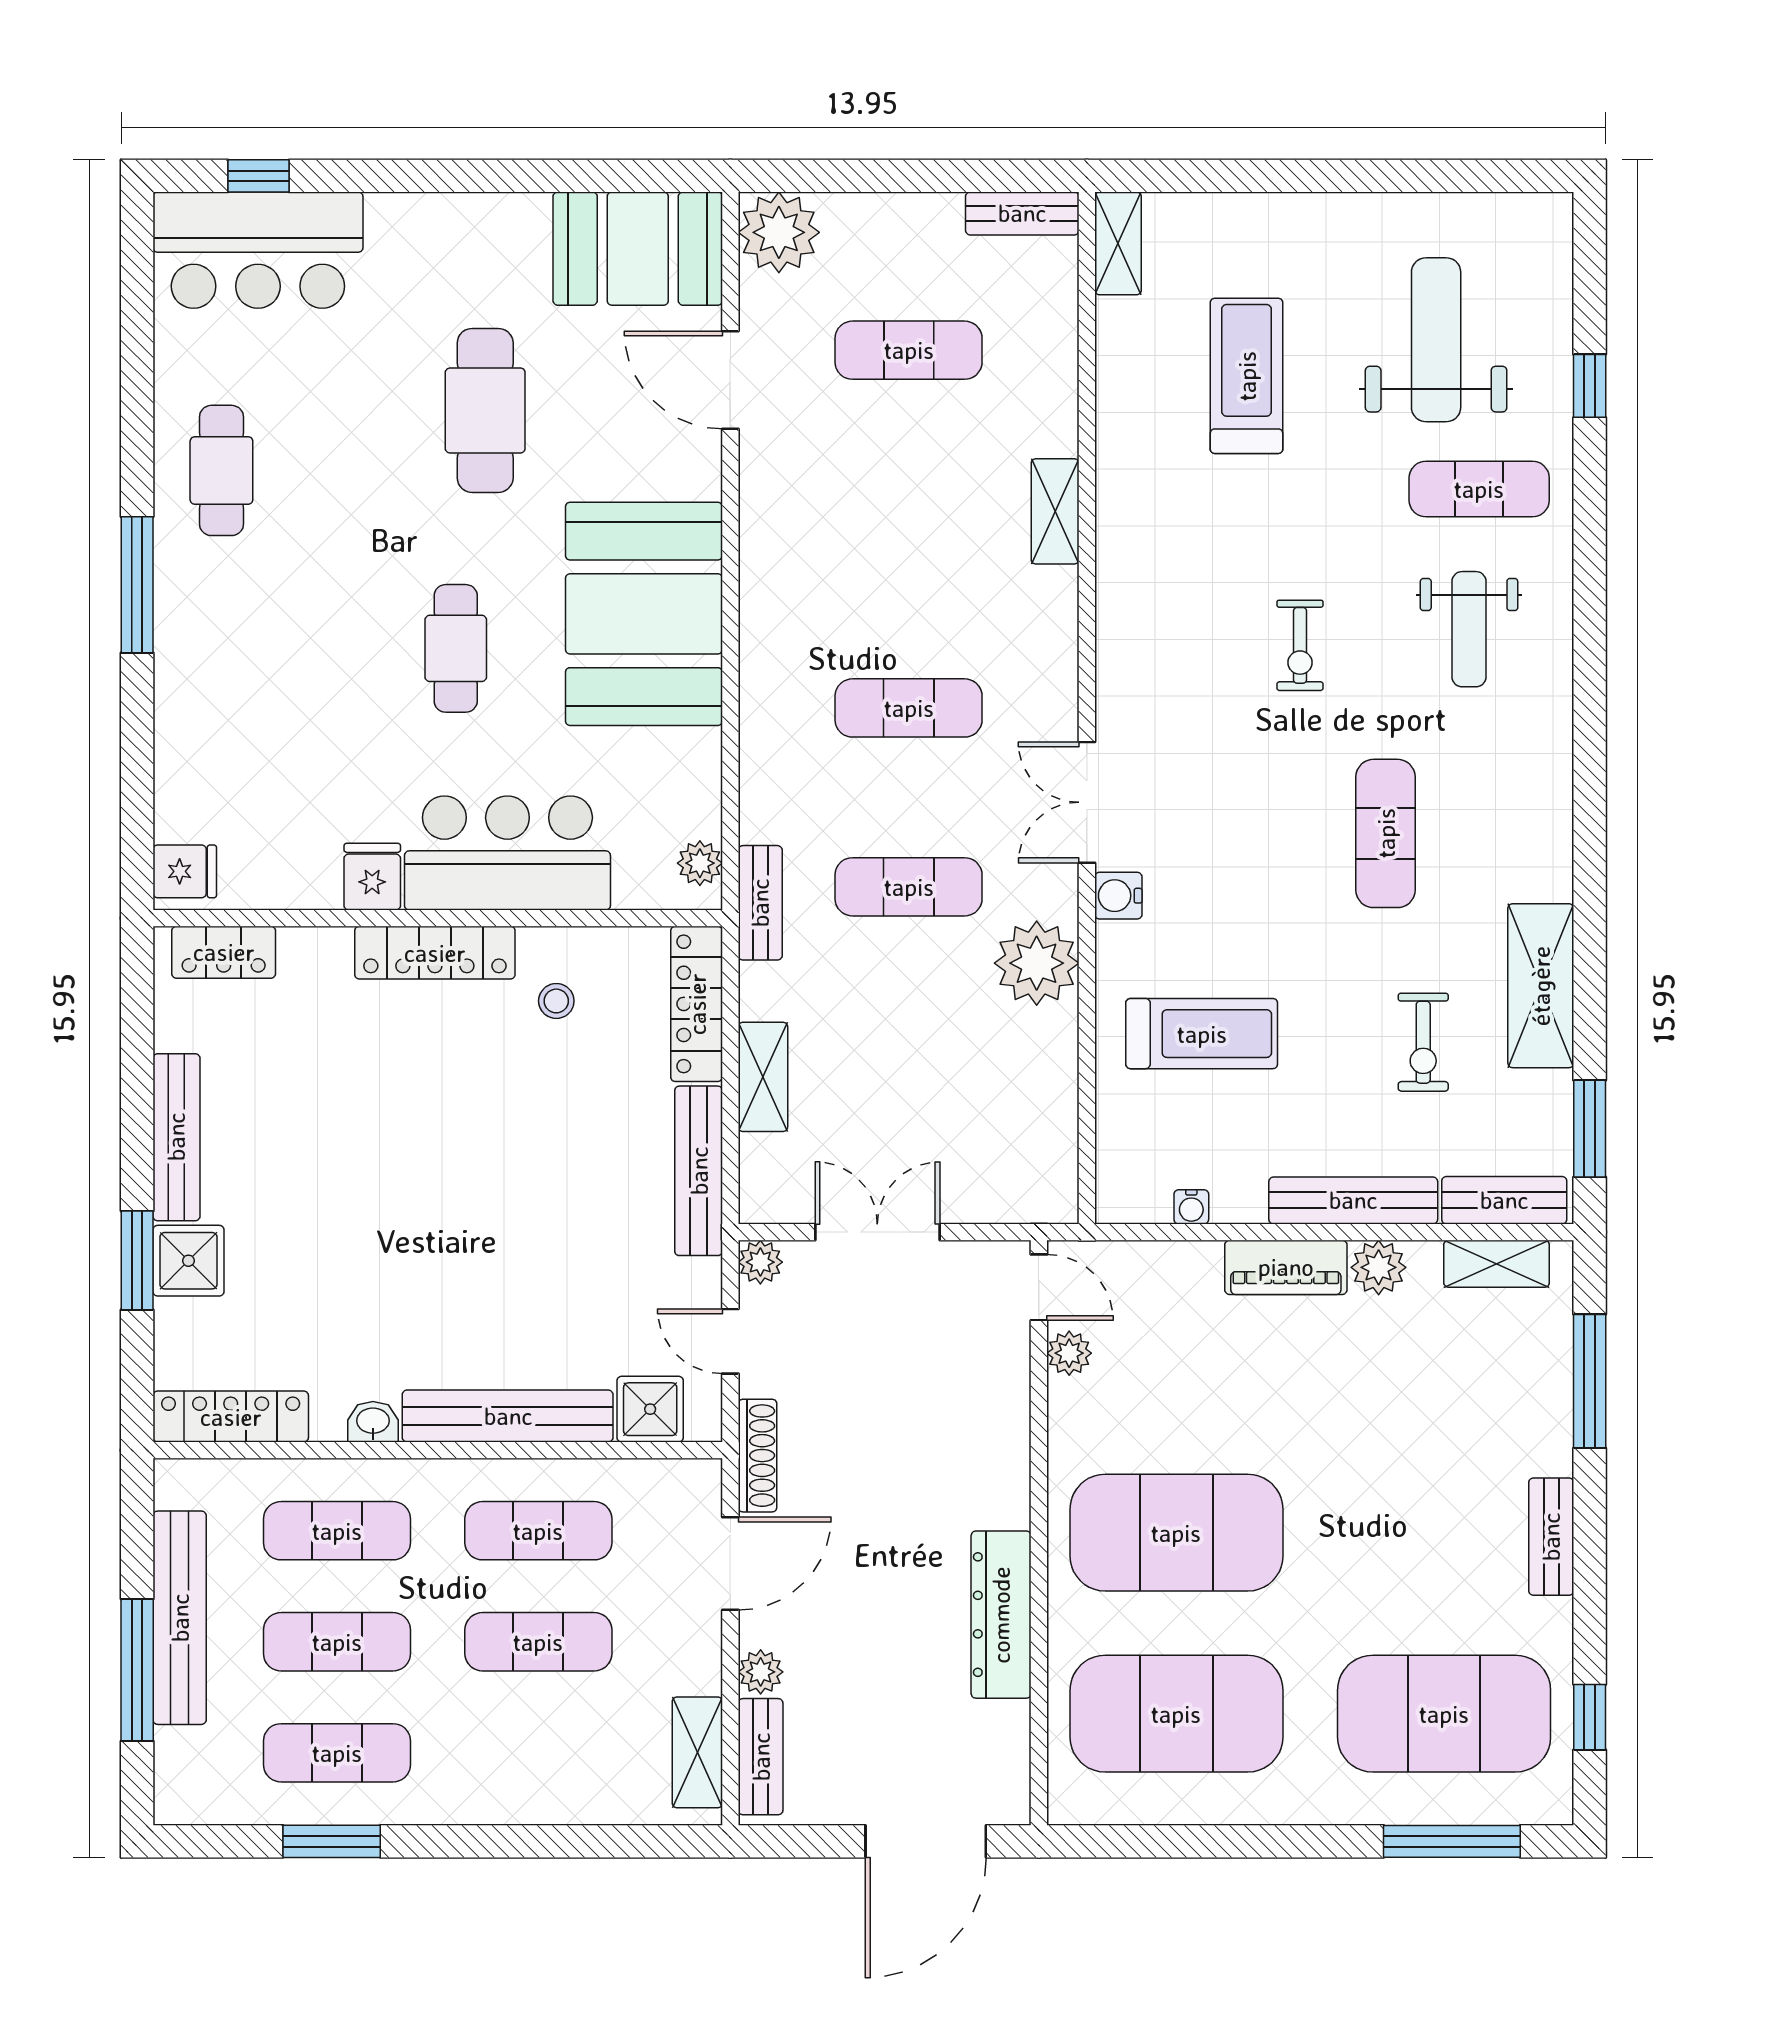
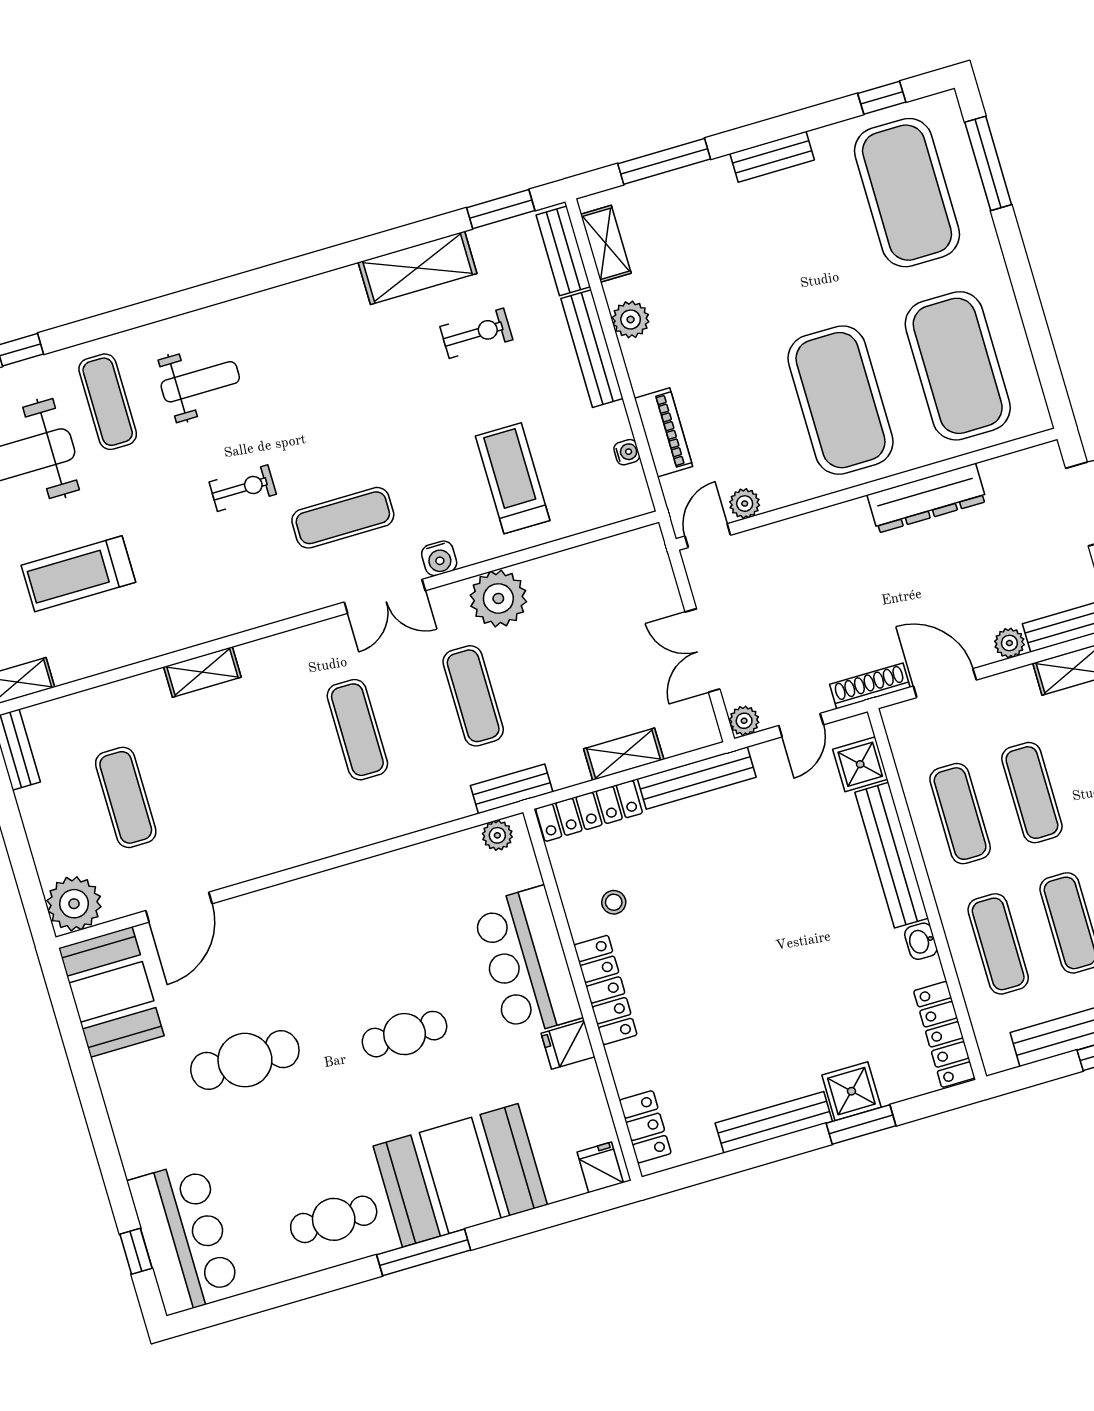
booth: (644, 614) -> (460, 1175), moved
exercise mat: (1386, 833) -> (343, 518), moved
piano: (1286, 1267) -> (663, 432), moved

